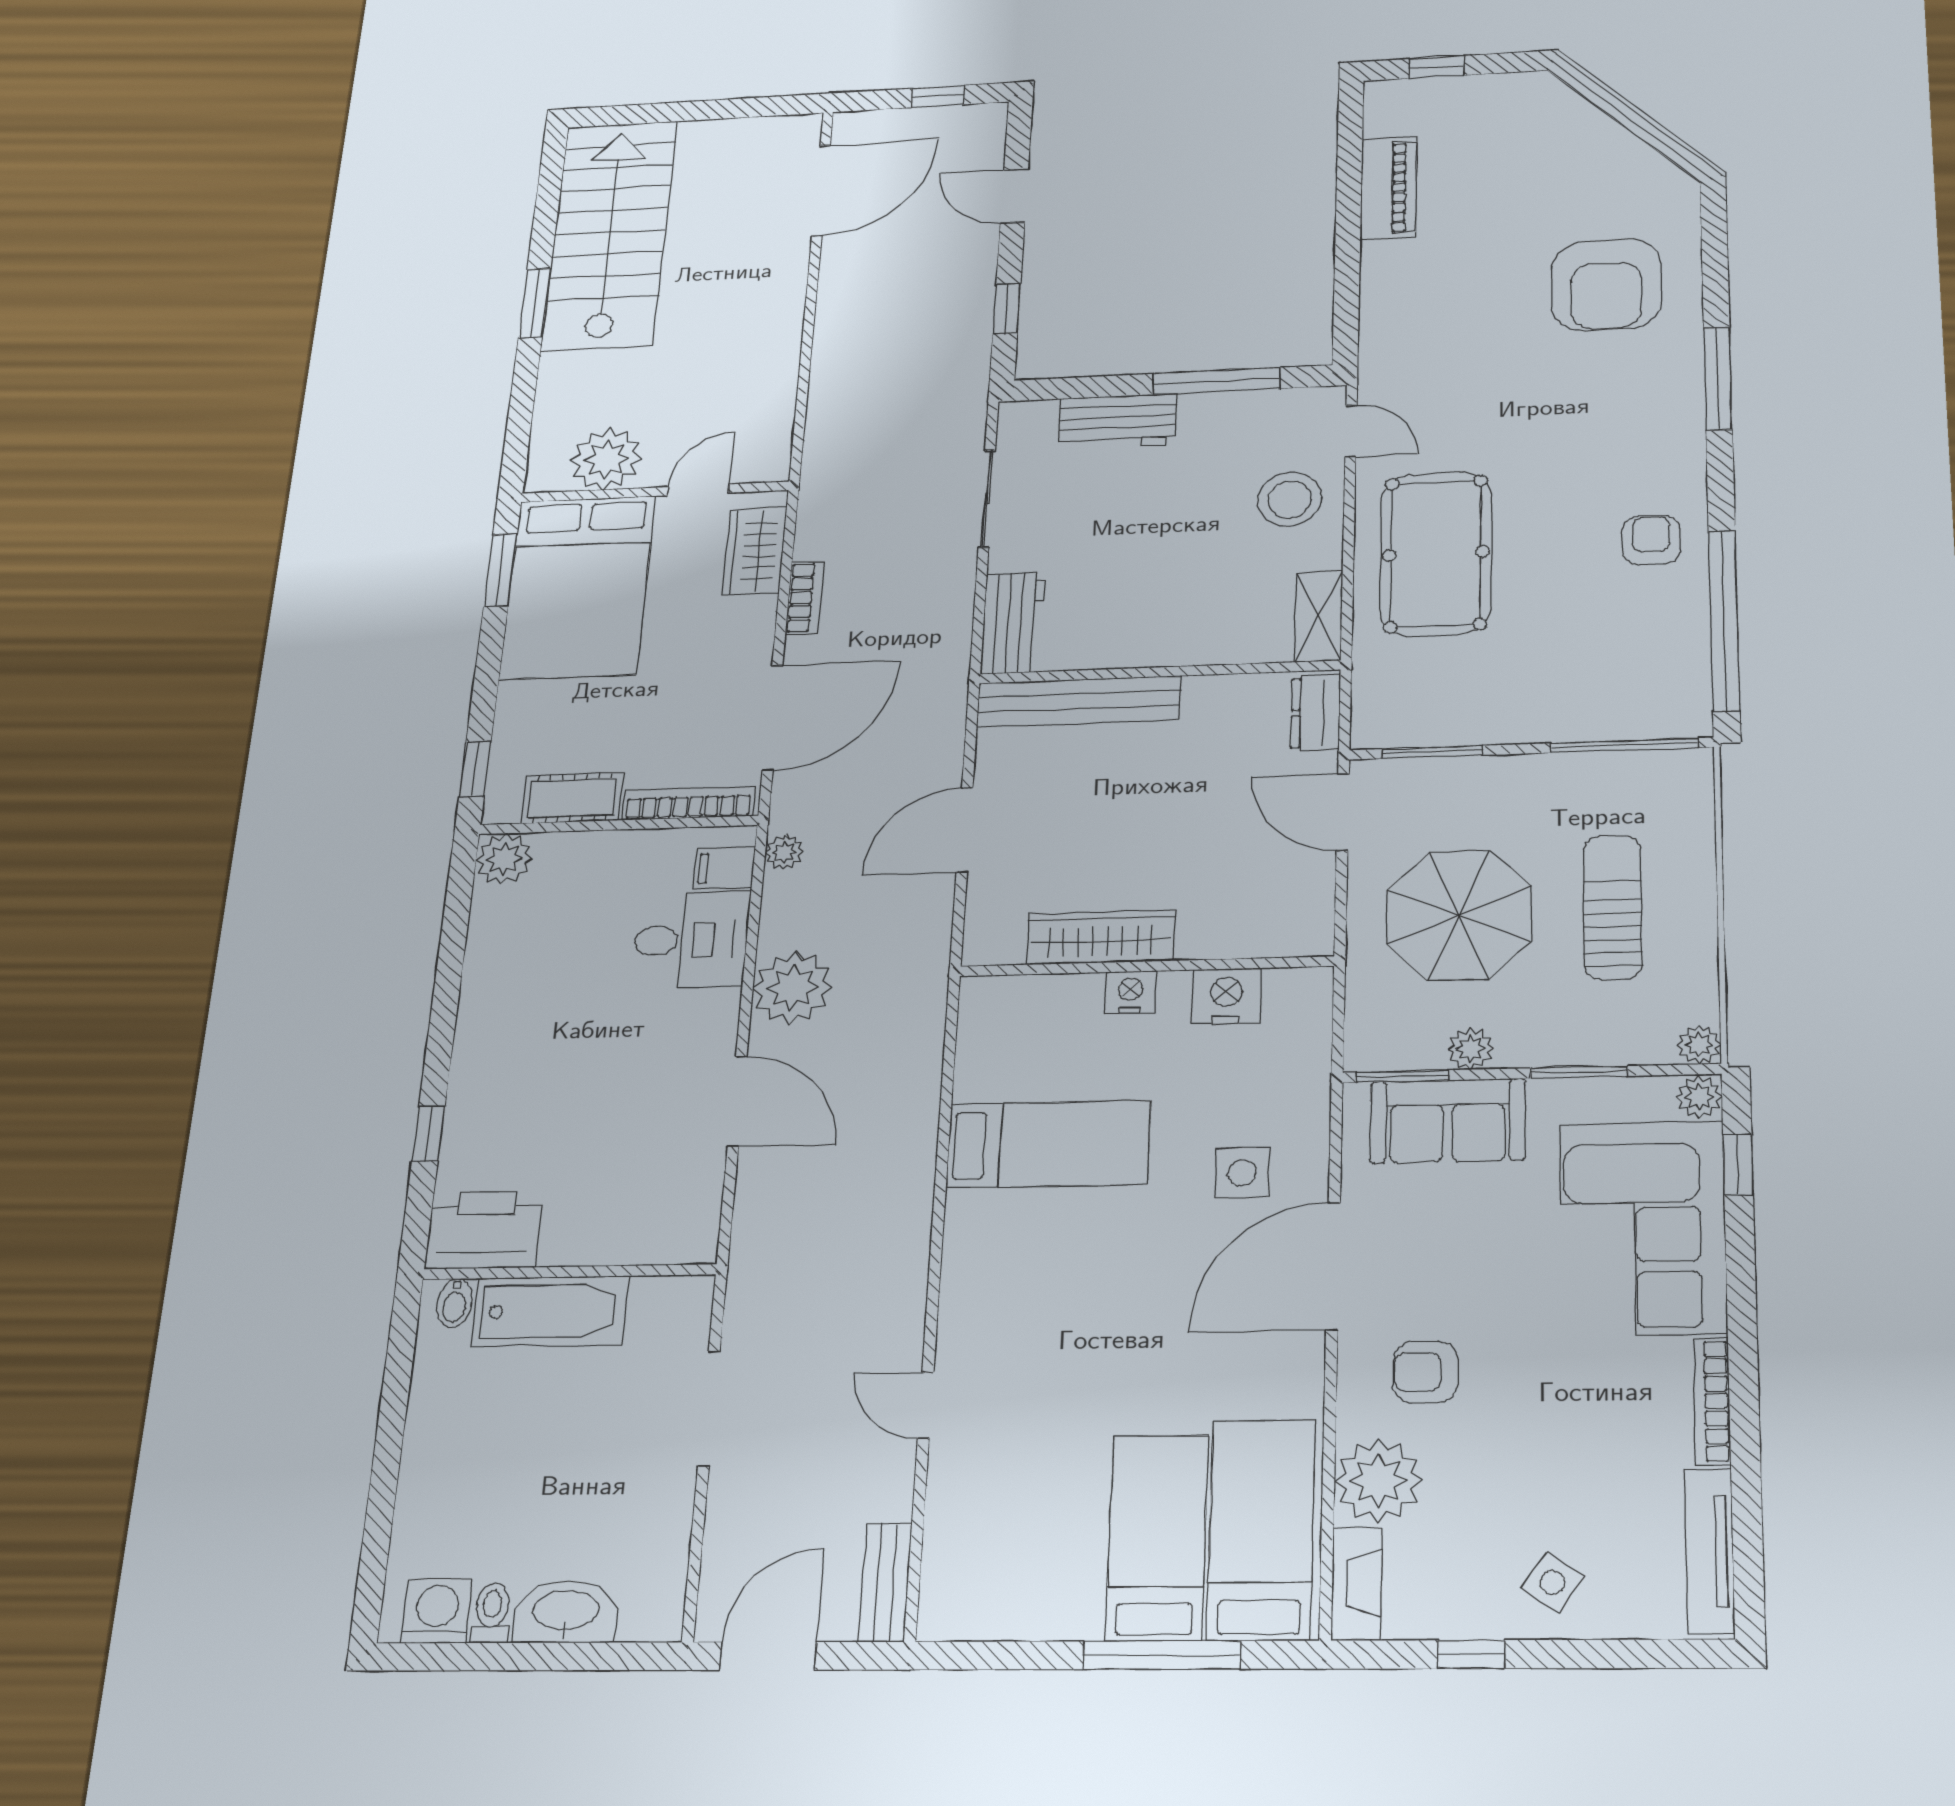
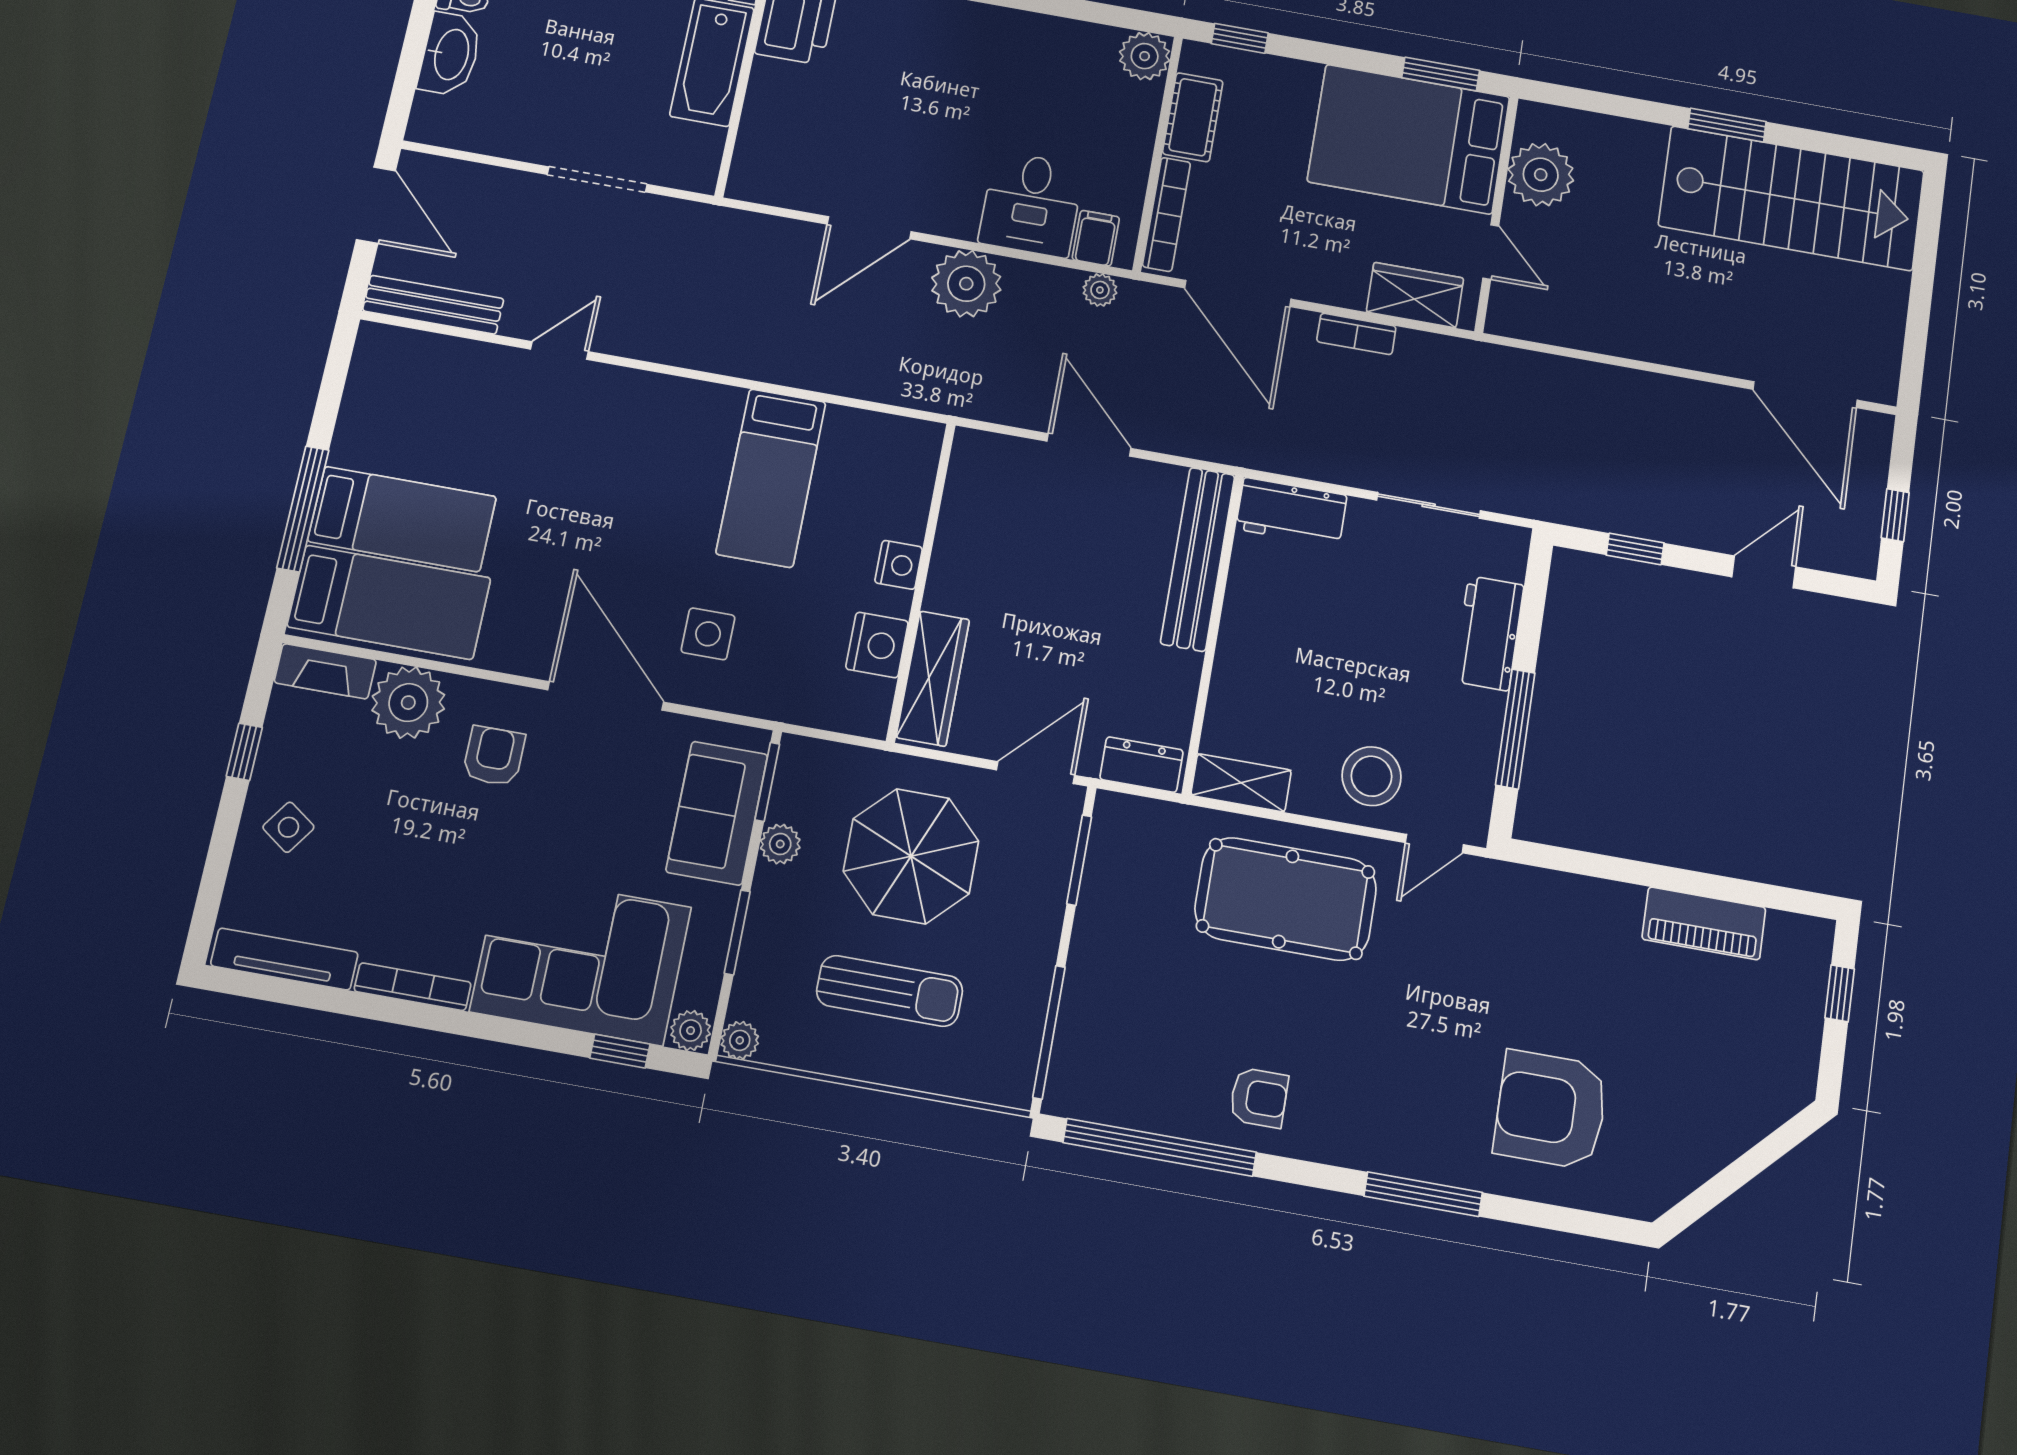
wardrobe: (1101, 937) -> (933, 678), moved
bench: (885, 1582) -> (433, 305), width x1.36

